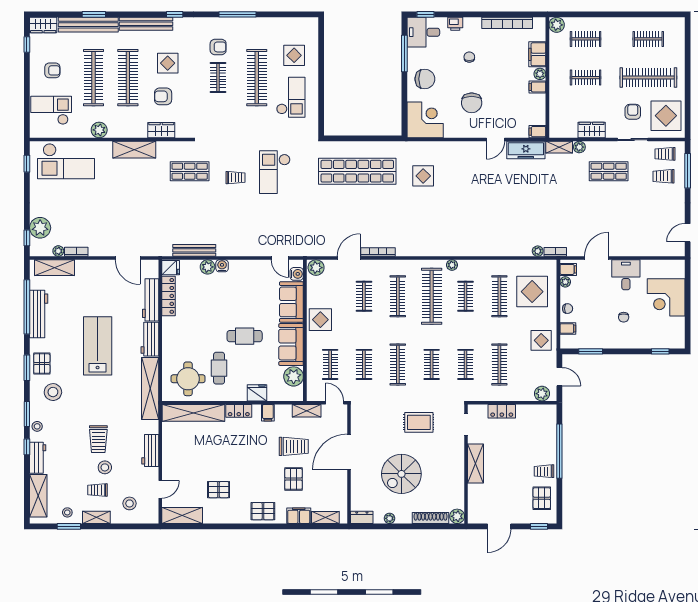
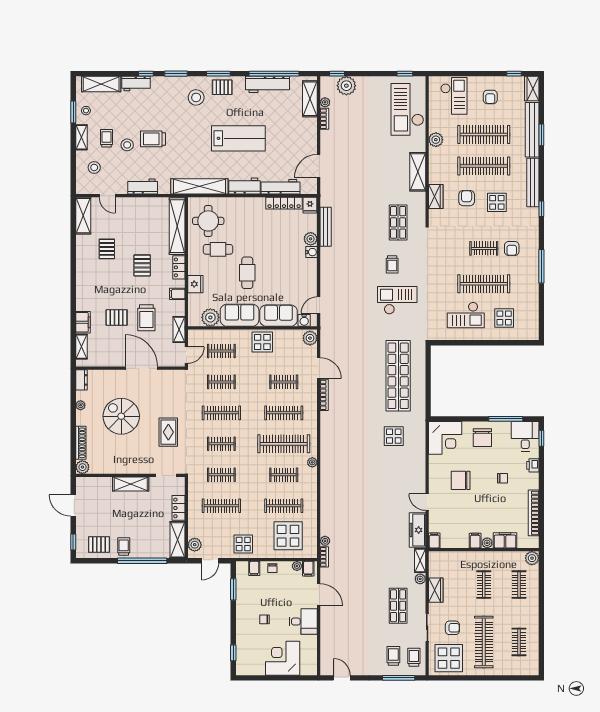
shelving: (537, 412) -> (178, 540), added
stool: (37, 426) -> (165, 83), removed
pallet: (263, 511) -> (142, 265), moved

